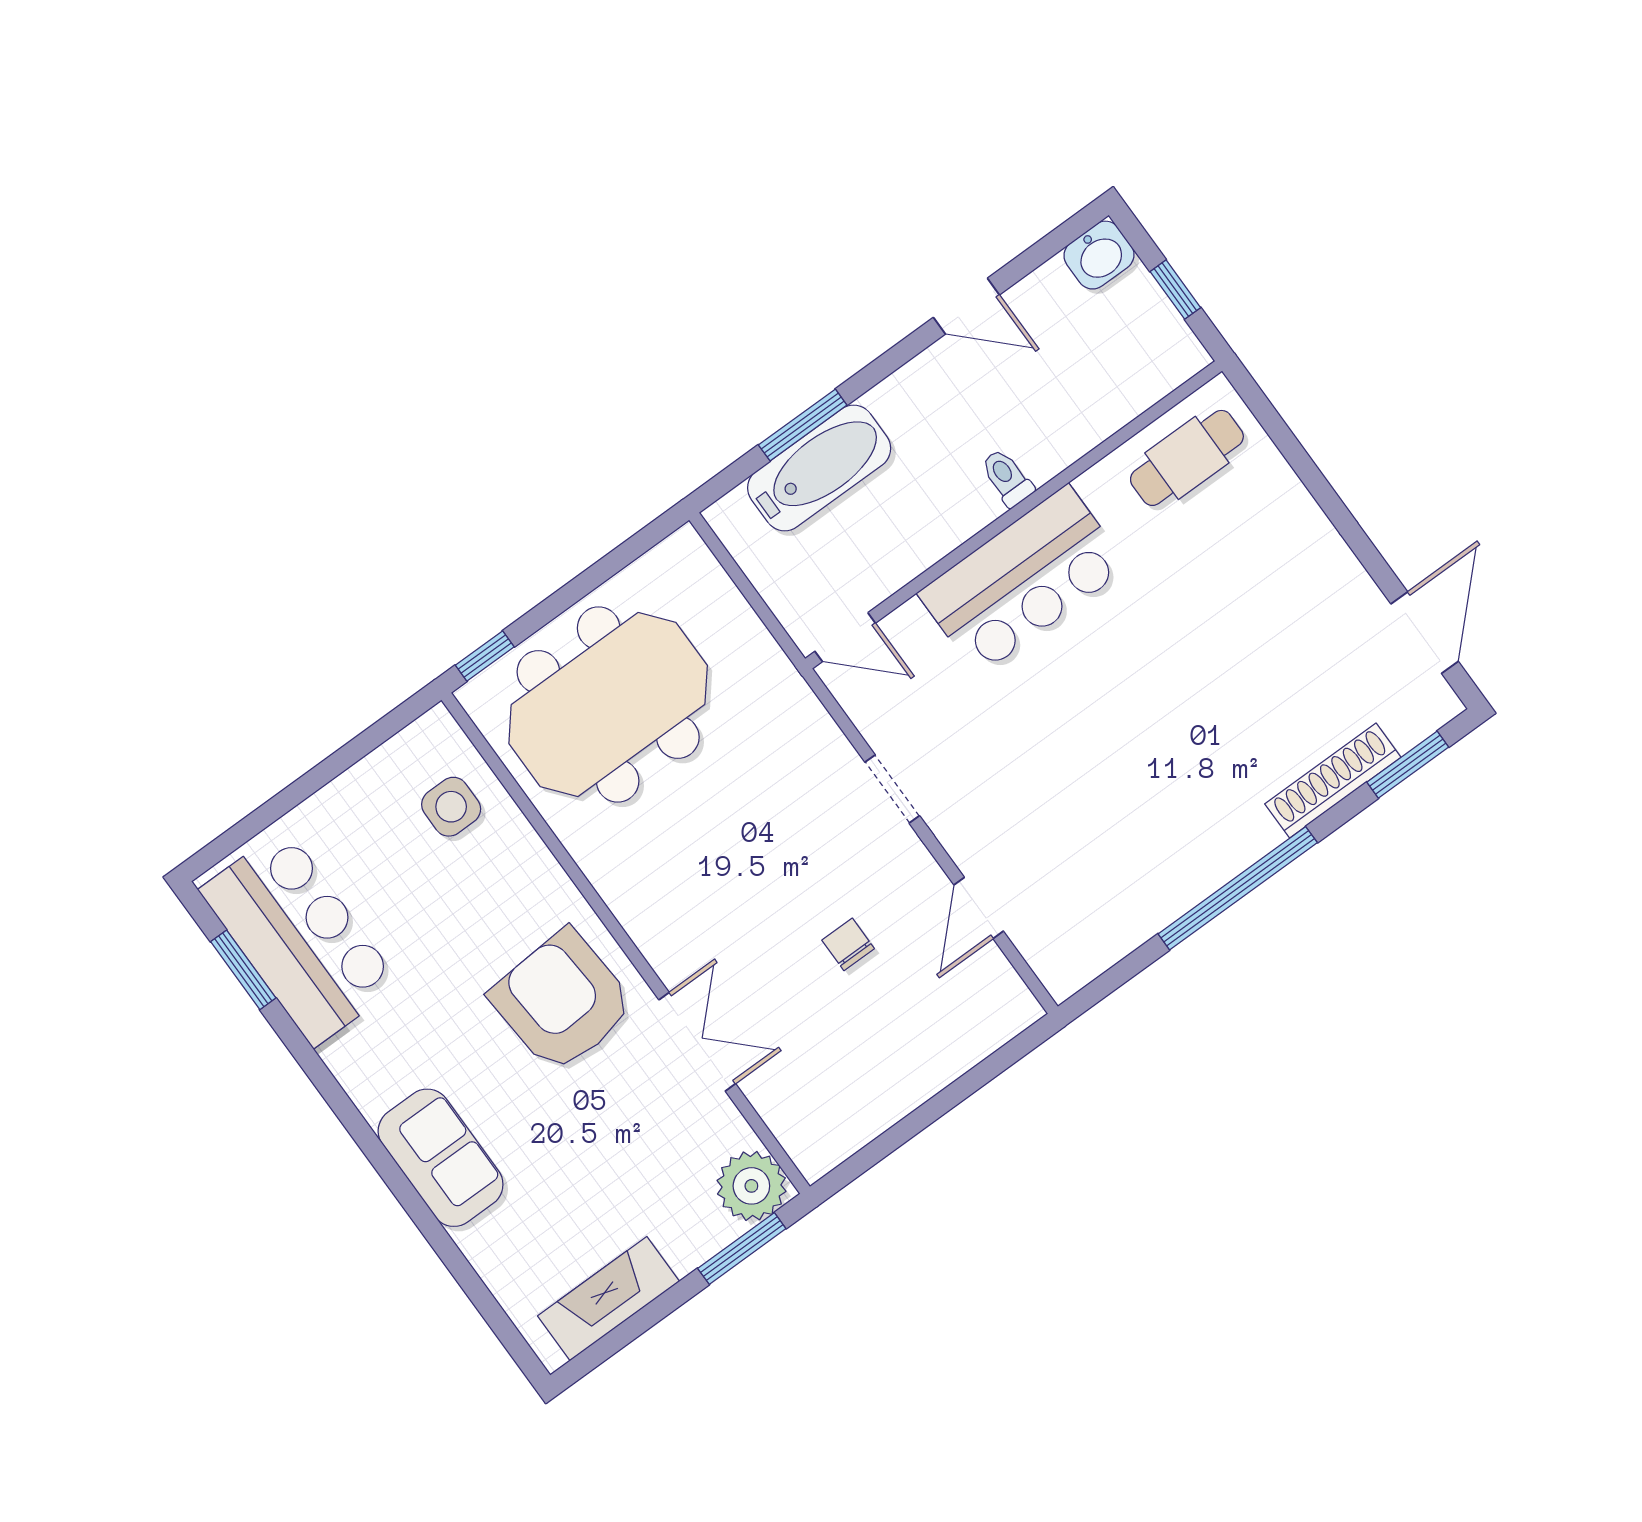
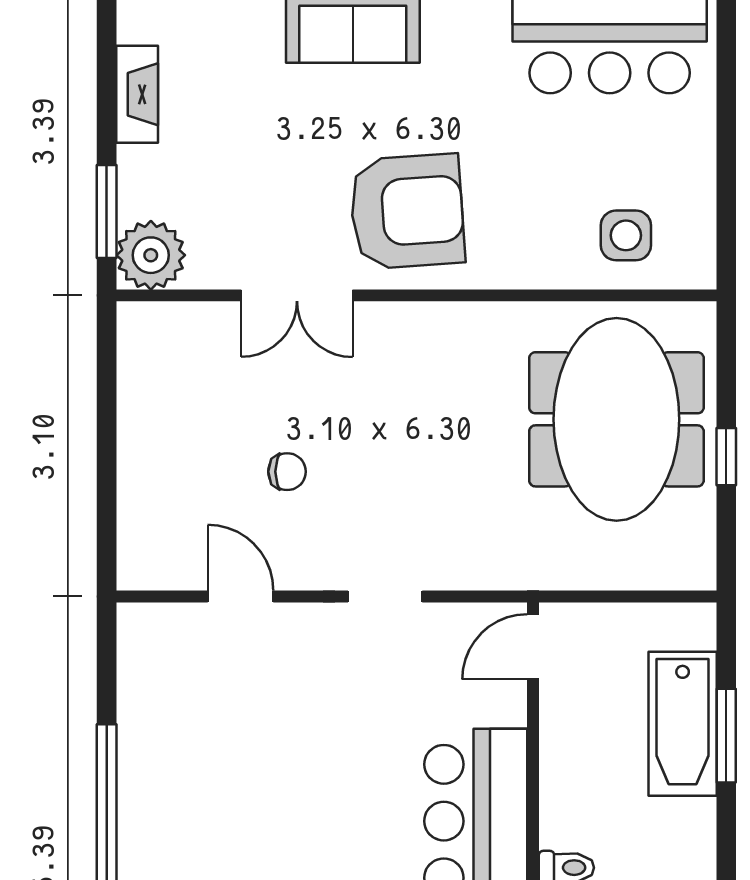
window: (485, 656) -> (726, 457), moved
fireplace: (608, 1299) -> (137, 94), width x0.73, depth x0.76

